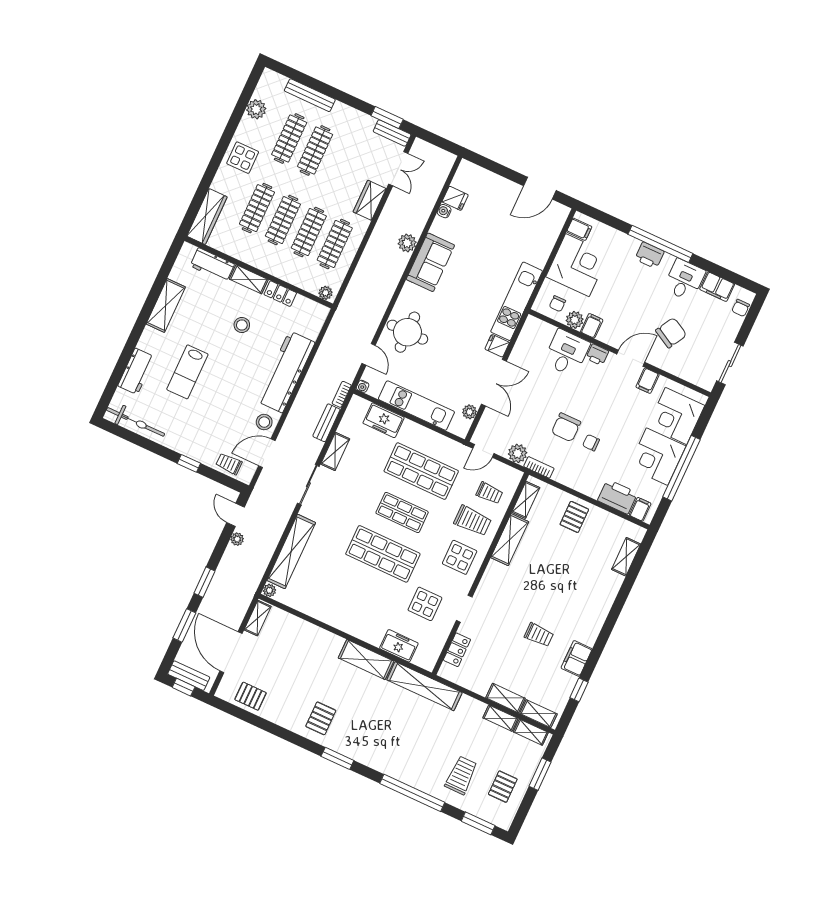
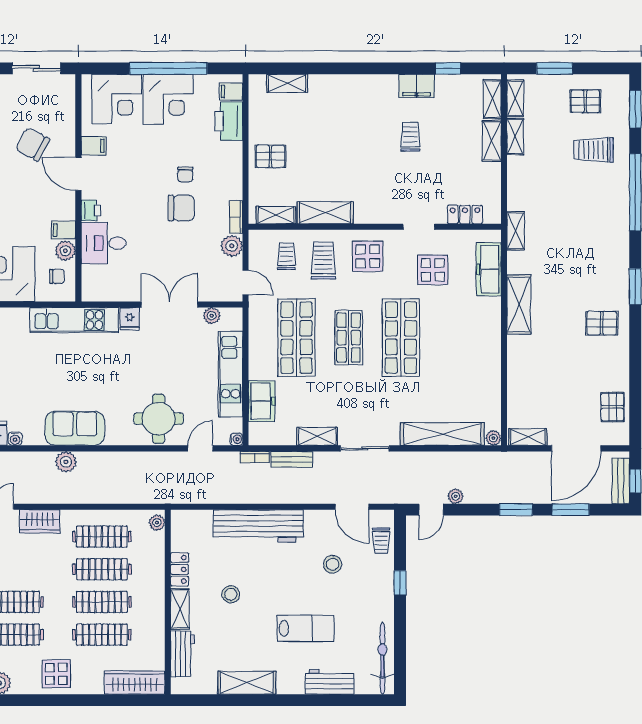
stool: (264, 422) -> (333, 564), moved
freezer: (399, 646) -> (489, 269), width x1.40
shelving: (424, 686) -> (516, 231), width x0.45, depth x0.75

